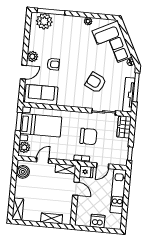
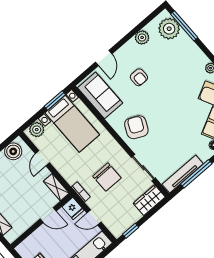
plant: (32, 56) -> (142, 37), moved
door: (23, 72) -> (104, 58), hinge flipped
armchair: (96, 82) -> (136, 127), moved
door: (43, 160) -> (42, 158), swing flipped
door: (76, 189) -> (48, 215), hinge flipped

